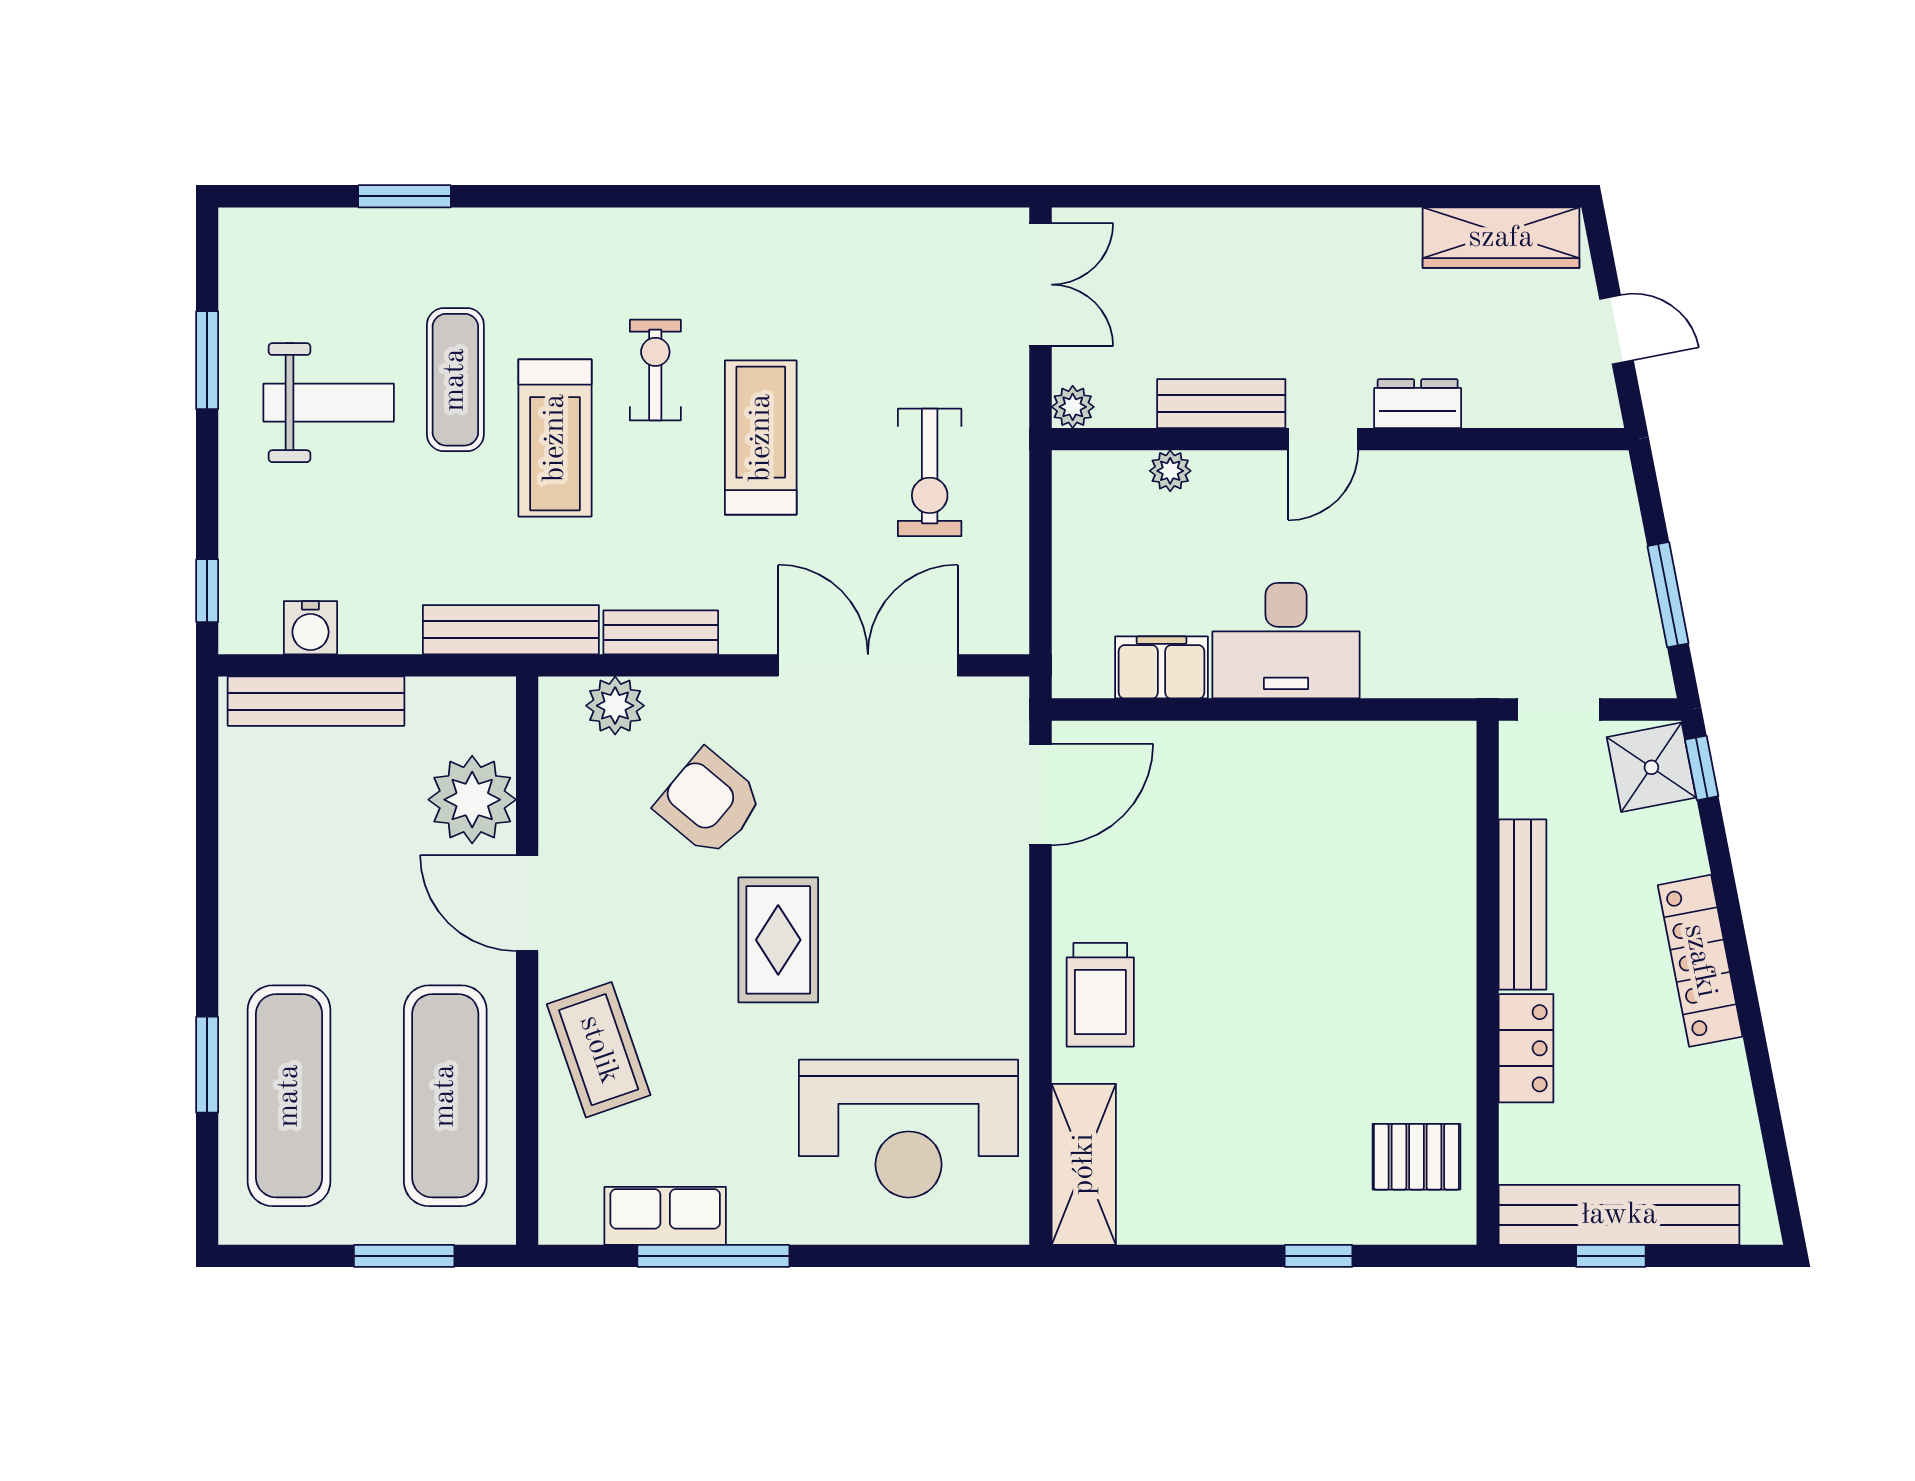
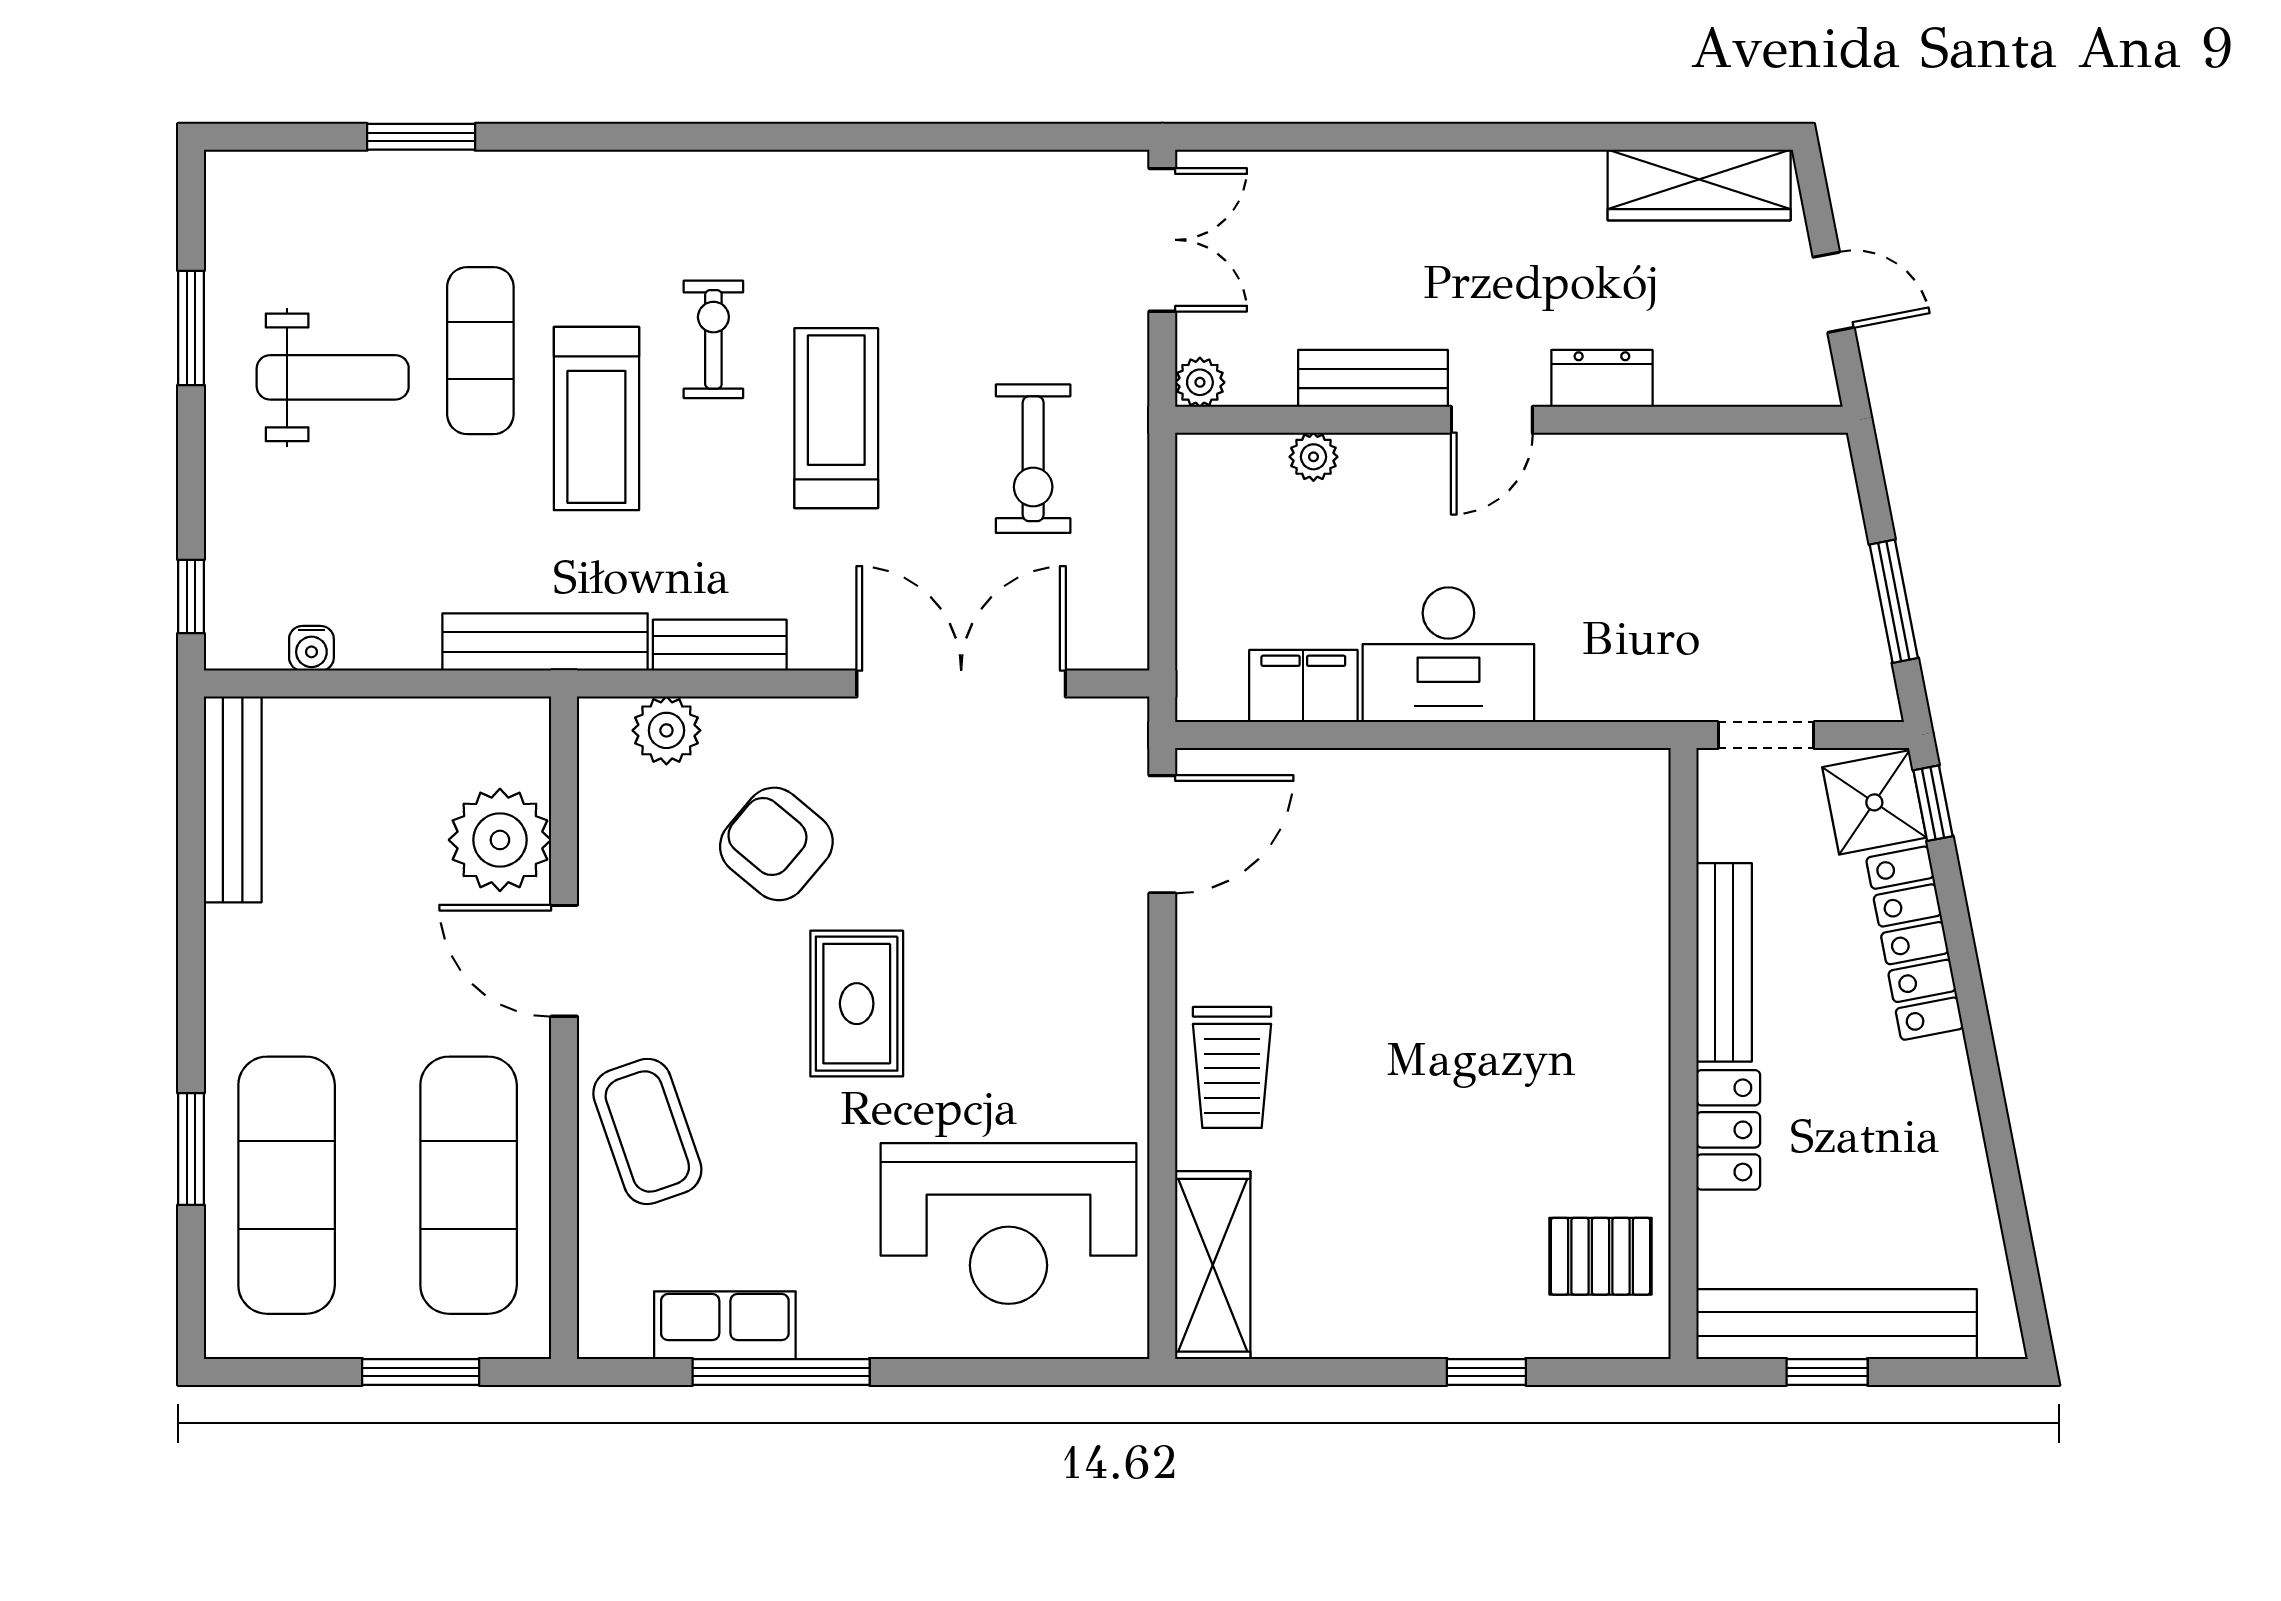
water cooler: (310, 628) -> (311, 648), width x0.72, depth x0.72
bench: (316, 701) -> (233, 799), moved, turned 90
locker: (1700, 961) -> (1915, 943), moved

